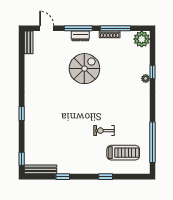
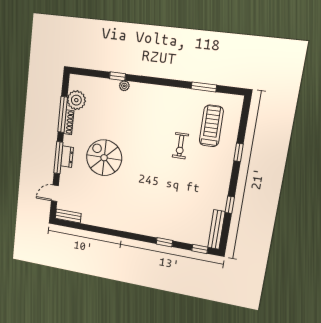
plant: (142, 39) -> (76, 100), moved
window: (22, 113) -> (164, 242), moved
window: (153, 142) -> (204, 87), width x0.47

